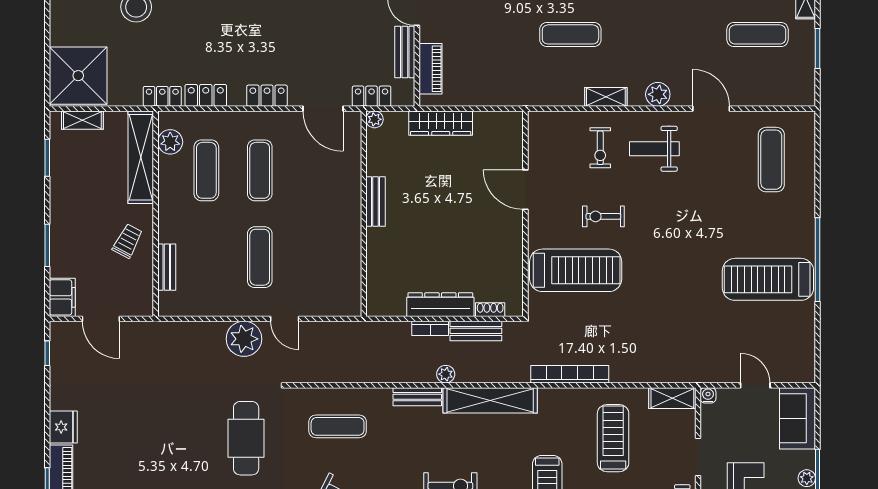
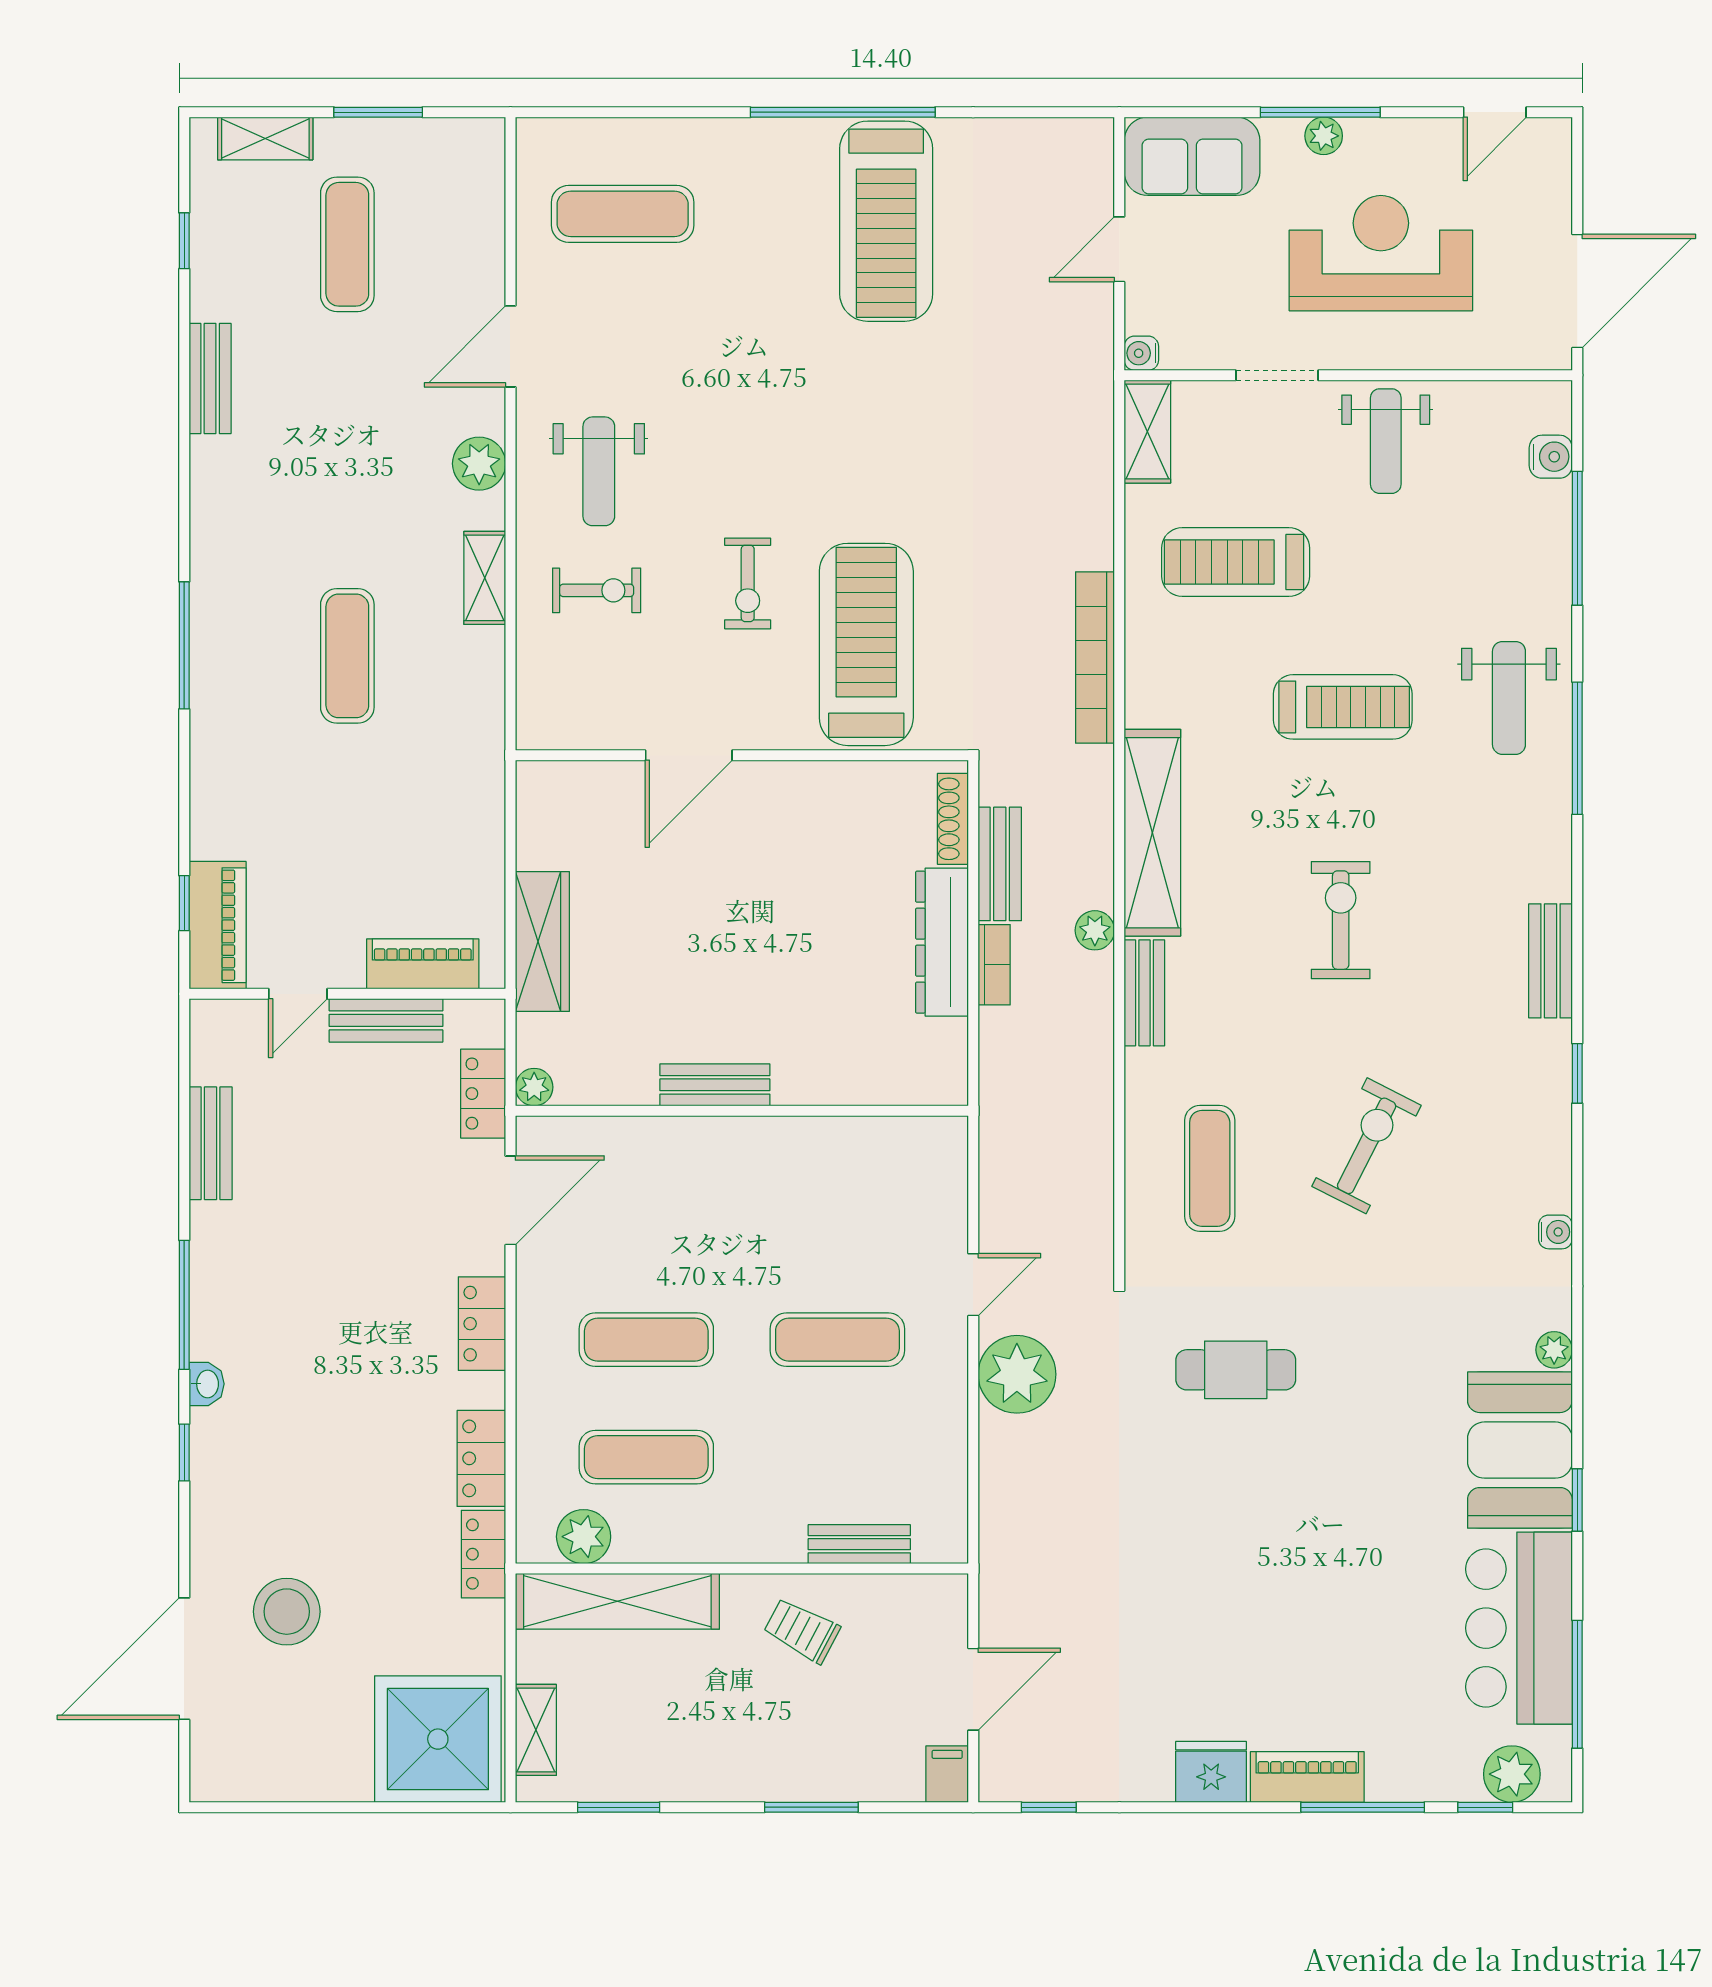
filing cabinet: (62, 297) -> (947, 1774), width x0.50
shoe rack: (490, 310) -> (953, 819), width x1.43
cafe table: (246, 438) -> (1236, 1370), width x0.73, depth x0.74

